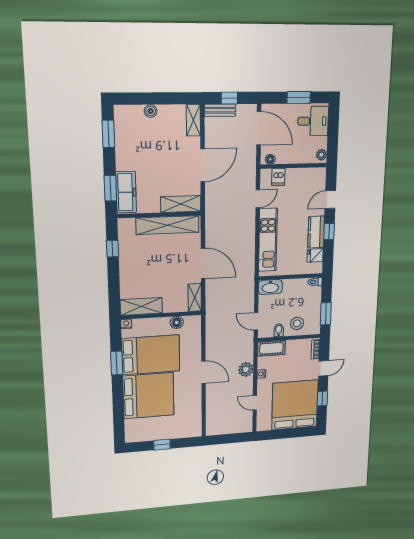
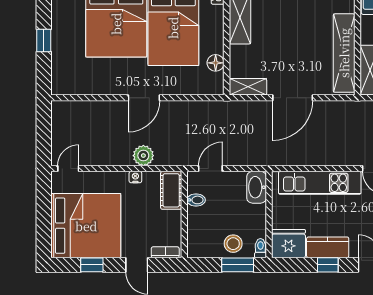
fridge: (315, 255) -> (288, 244), width x1.88, depth x1.34
window: (326, 314) -> (238, 265), moved
stool: (297, 323) -> (233, 244), moved
door: (255, 403) -> (68, 169), moved

